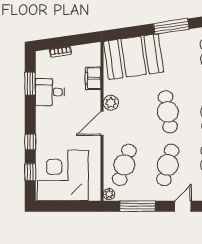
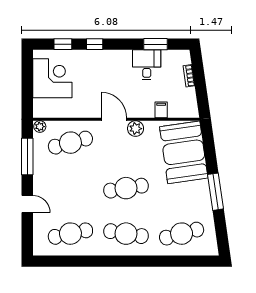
filing cabinet: (93, 78) -> (161, 110), width x0.50
cafe table: (124, 165) -> (70, 143), turned -33
cafe table: (168, 165) -> (70, 188), removed
corner desk: (63, 175) -> (52, 78), width x0.74, depth x0.74

